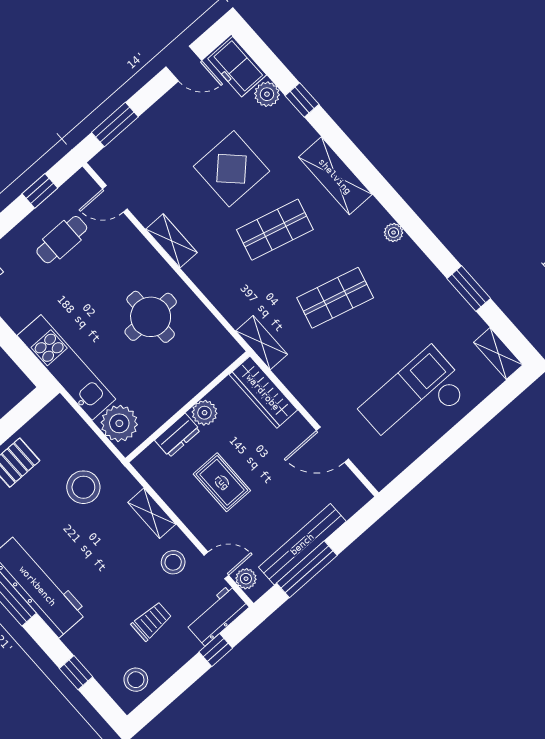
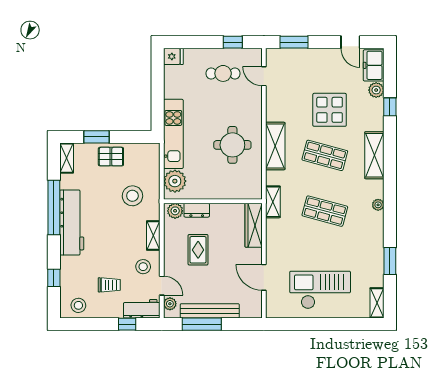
shelving: (172, 241) -> (275, 146), moved, width x1.50, depth x1.33
plant: (205, 413) -> (175, 211), moved

